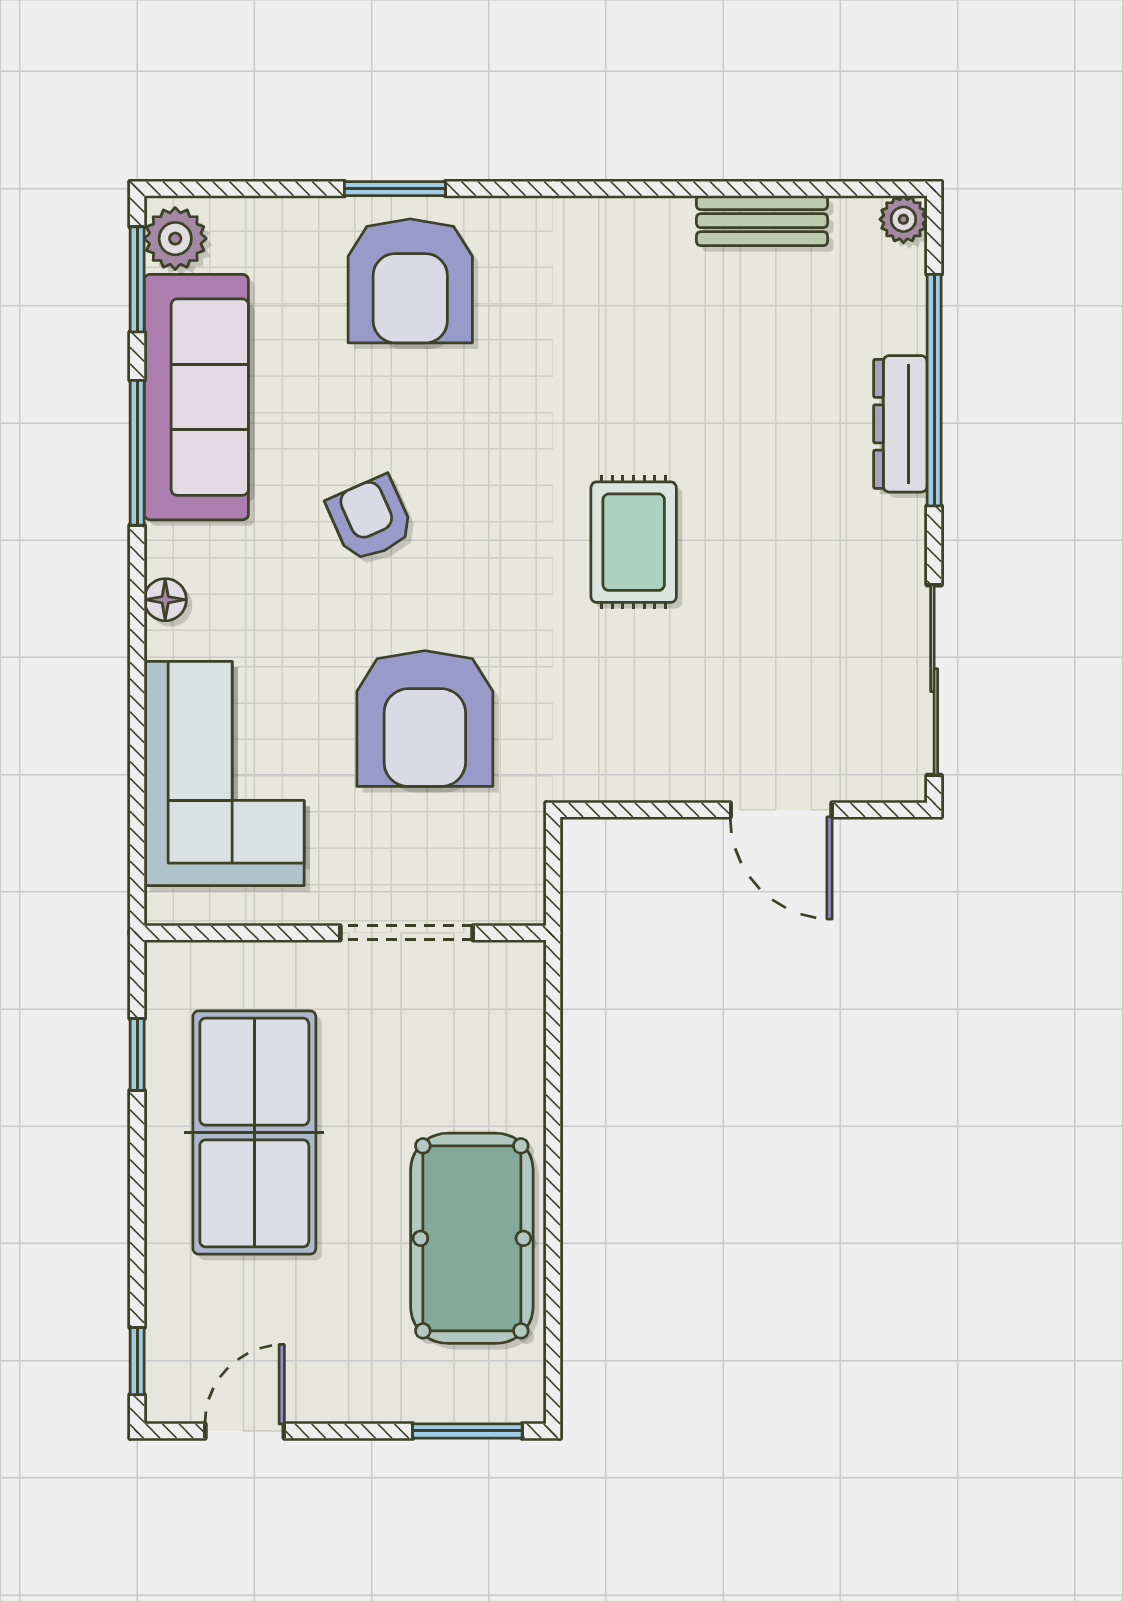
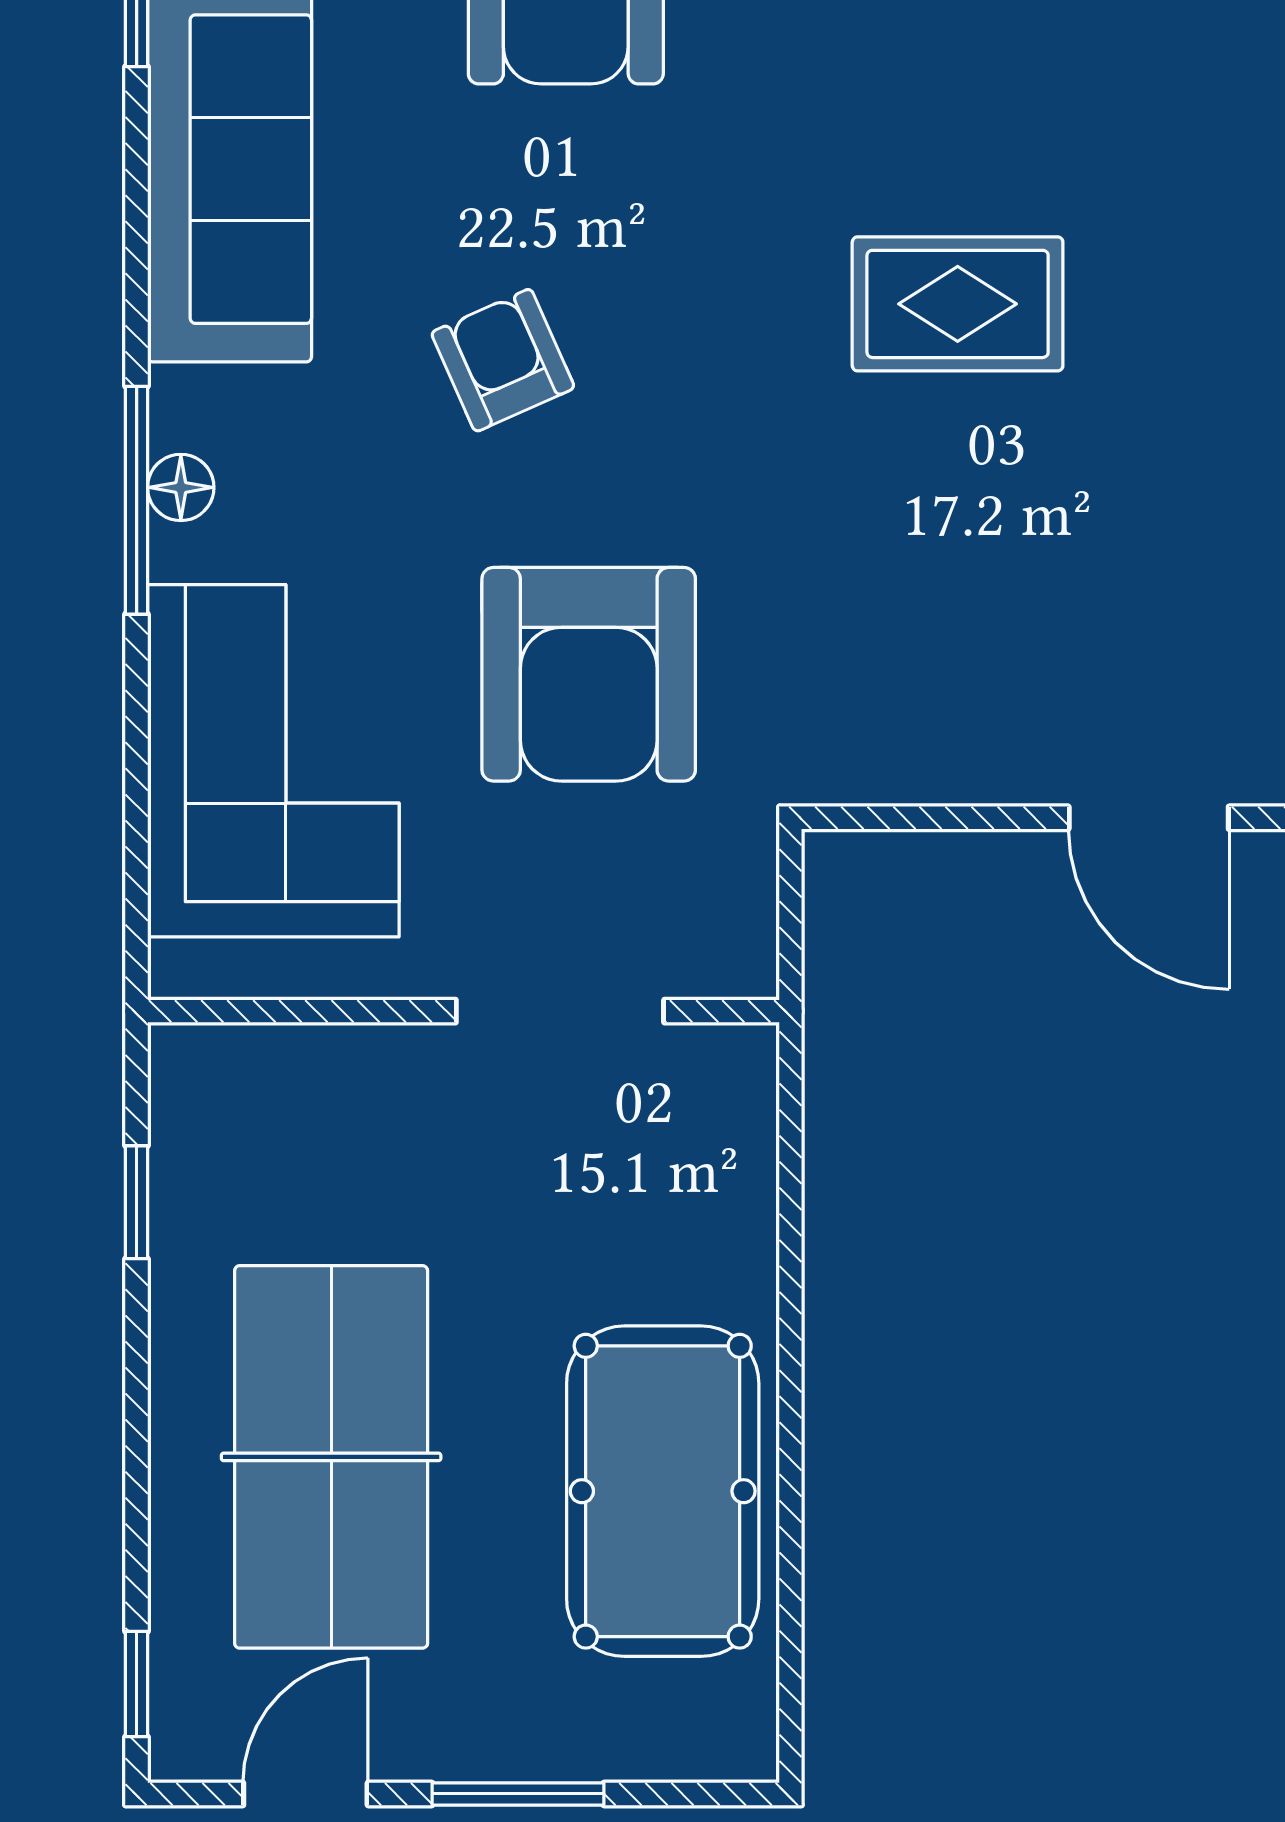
window: (137, 453) -> (137, 500), moved
rug: (634, 542) -> (958, 304), moved, turned 90
table tennis table: (254, 1132) -> (331, 1457), moved
window: (467, 1431) -> (518, 1794), moved

